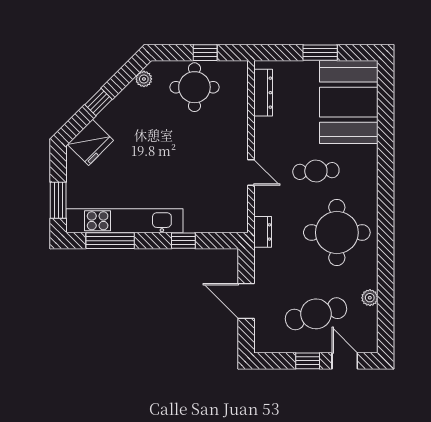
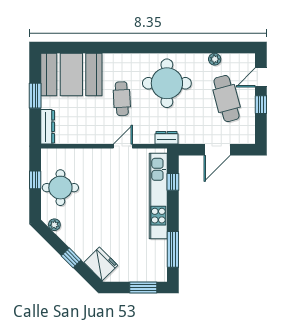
dresser: (263, 93) -> (48, 127), moved, turned 90
kitchen unit: (124, 221) -> (158, 196), moved
window: (183, 241) -> (173, 182), moved

